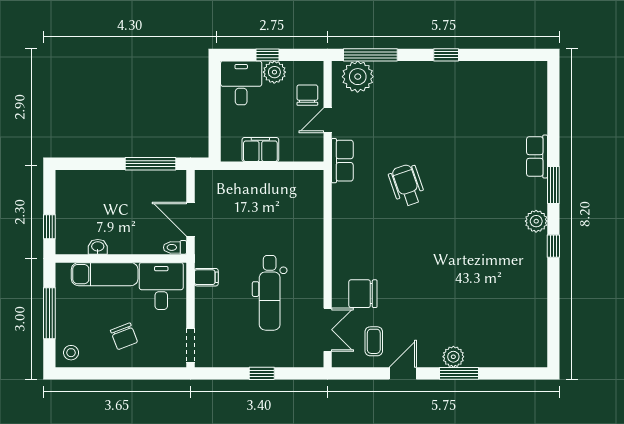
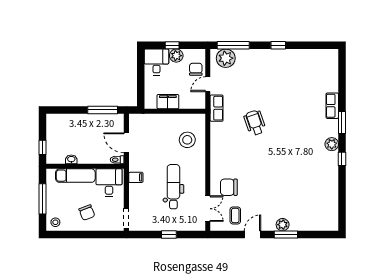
stool: (293, 214) -> (187, 140), added
dental chair: (270, 293) -> (173, 187), turned 180

